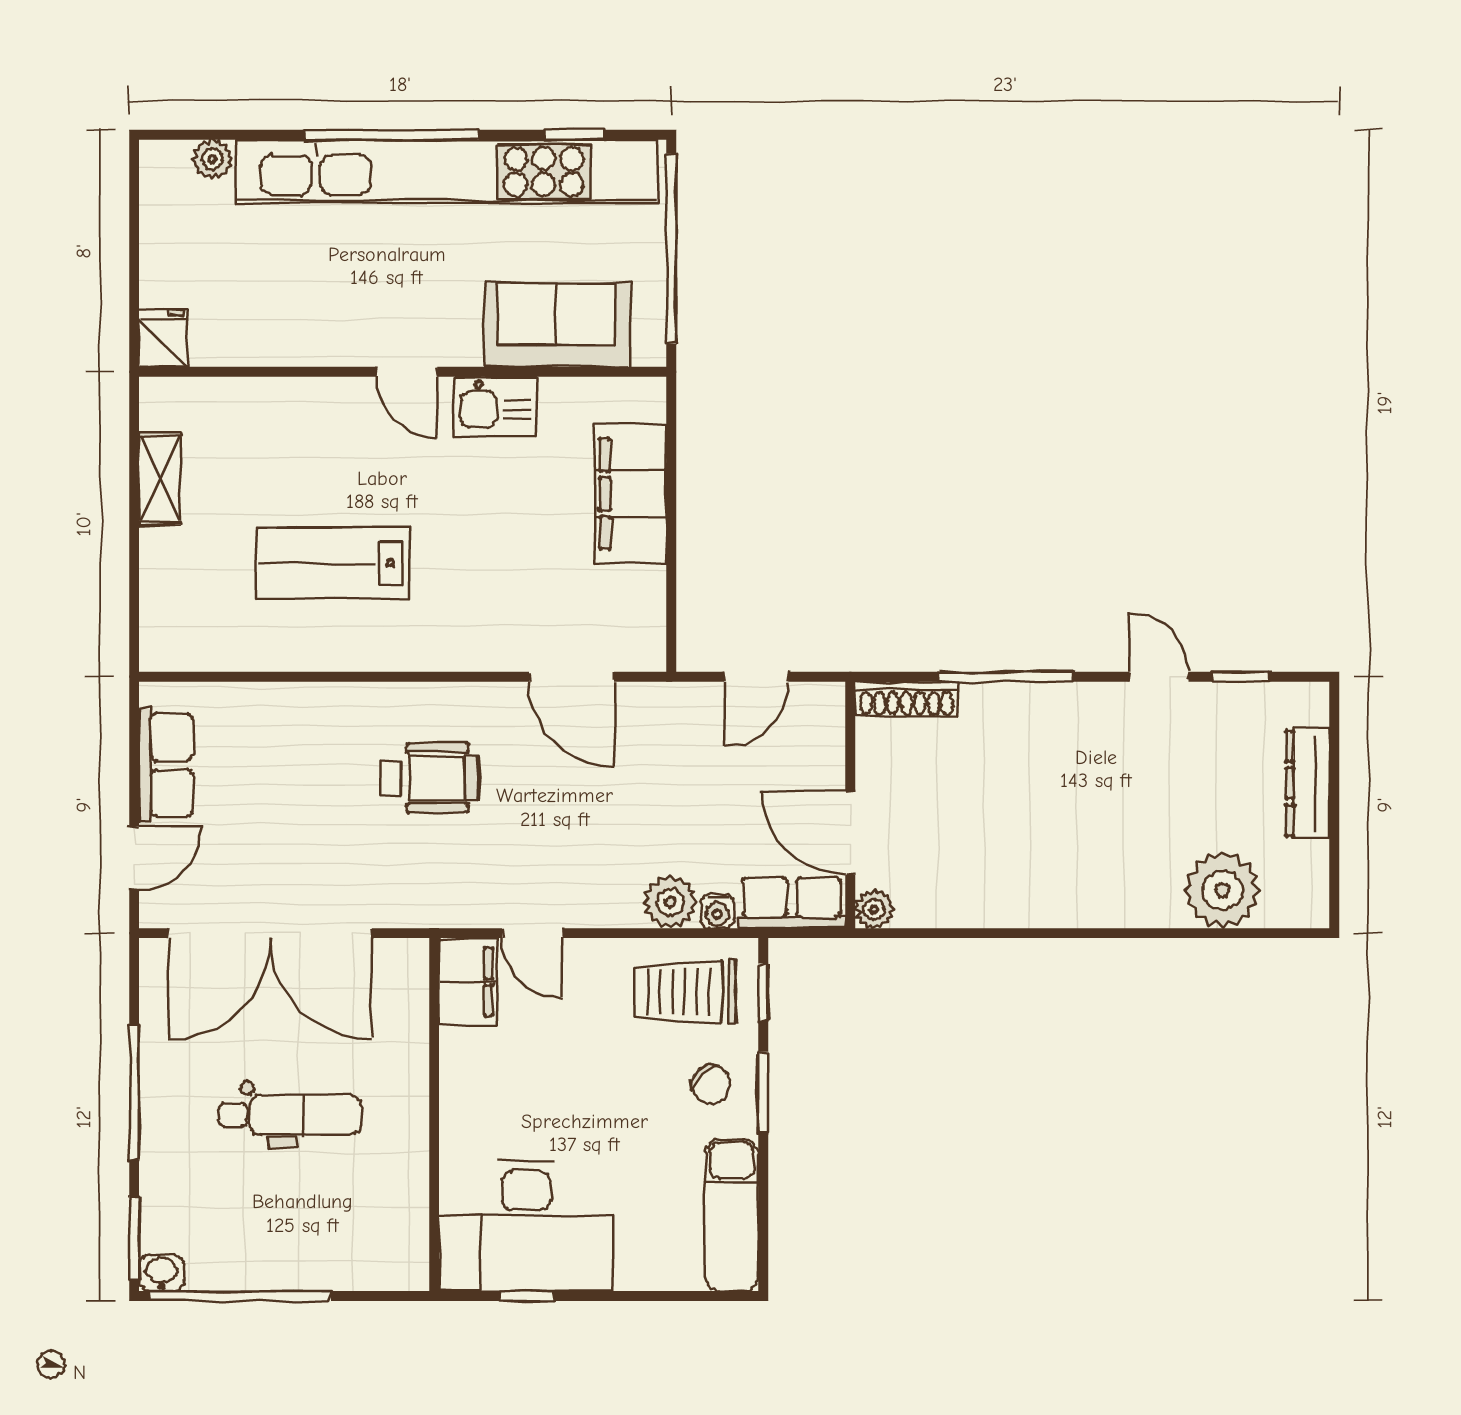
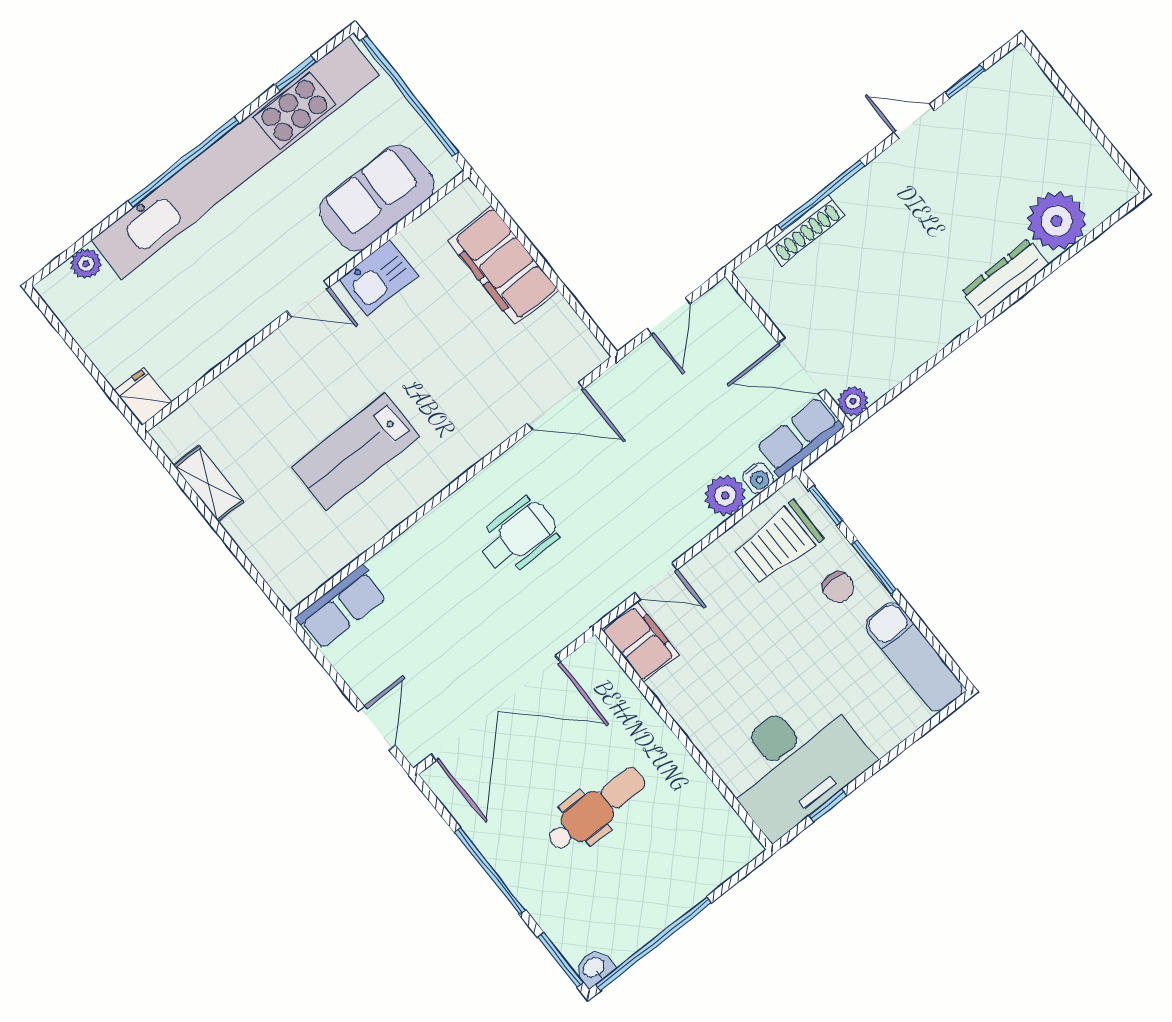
shoe rack: (906, 699) -> (805, 230), moved
row of seats: (166, 765) -> (341, 607), moved, turned 90
dresser: (1308, 783) -> (1005, 278), moved, turned 90
chair: (711, 1084) -> (838, 587), turned 41

